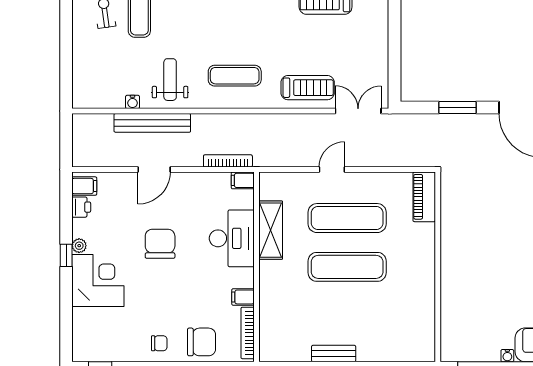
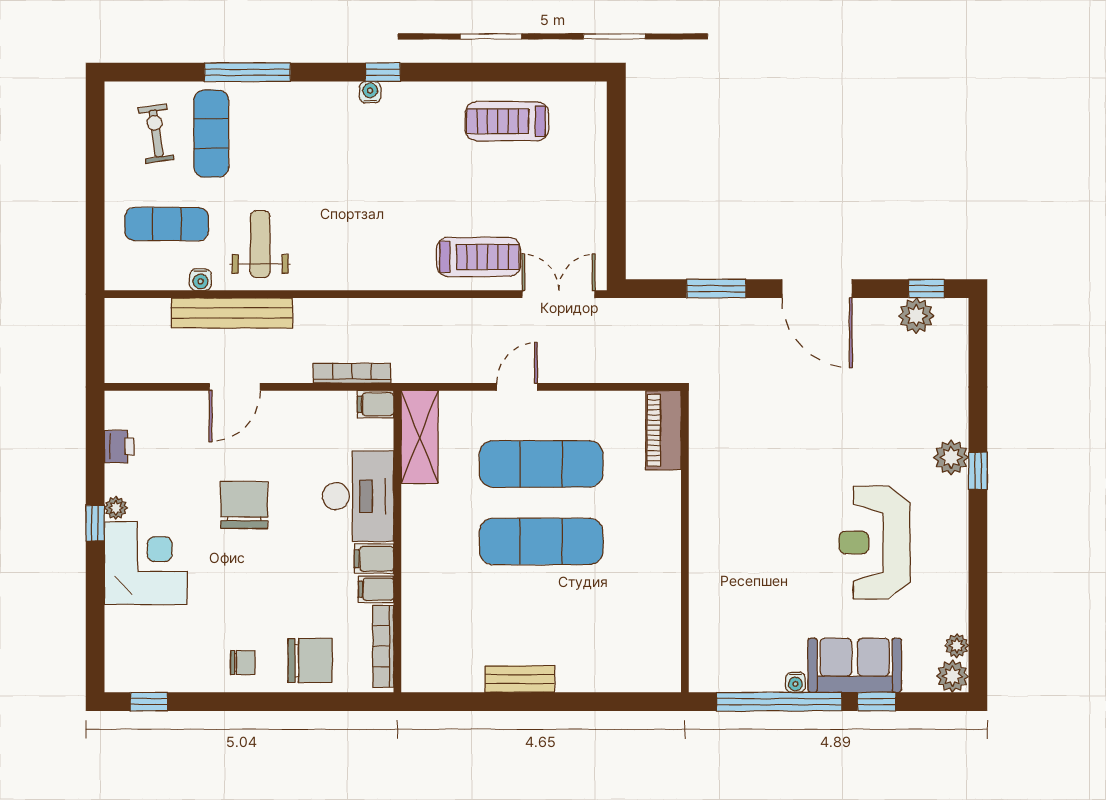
exercise mat: (235, 76) -> (167, 224), moved
filing cabinet: (84, 186) -> (374, 559), moved, turned 180
shelving: (271, 230) -> (420, 437), moved

